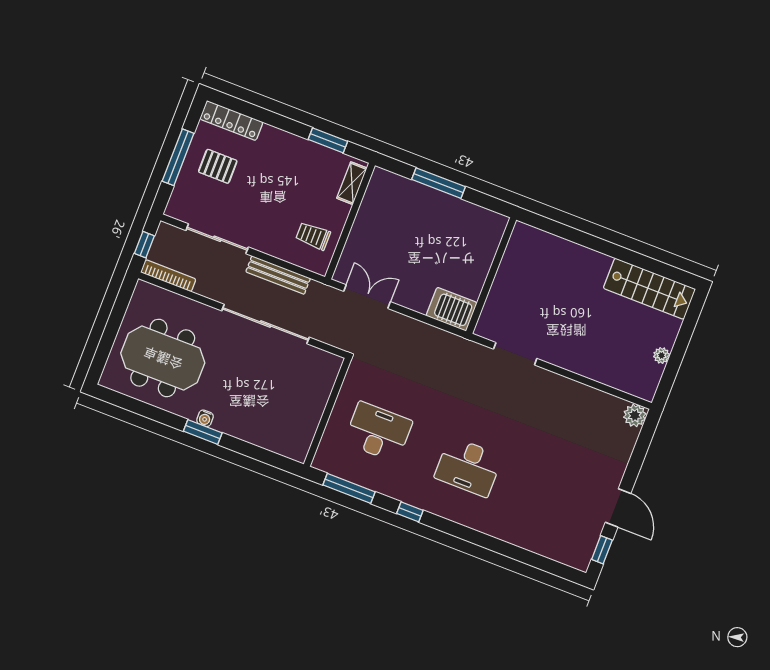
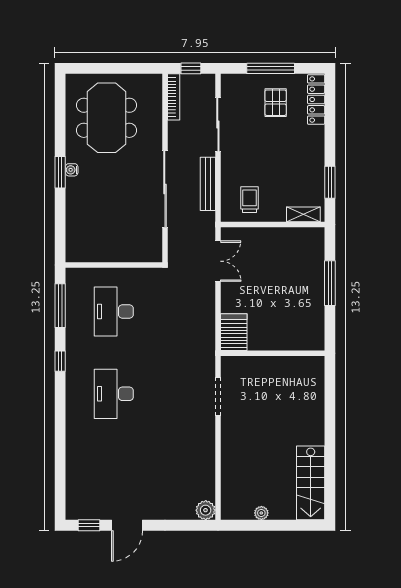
desk: (378, 432) -> (114, 312), turned 180

